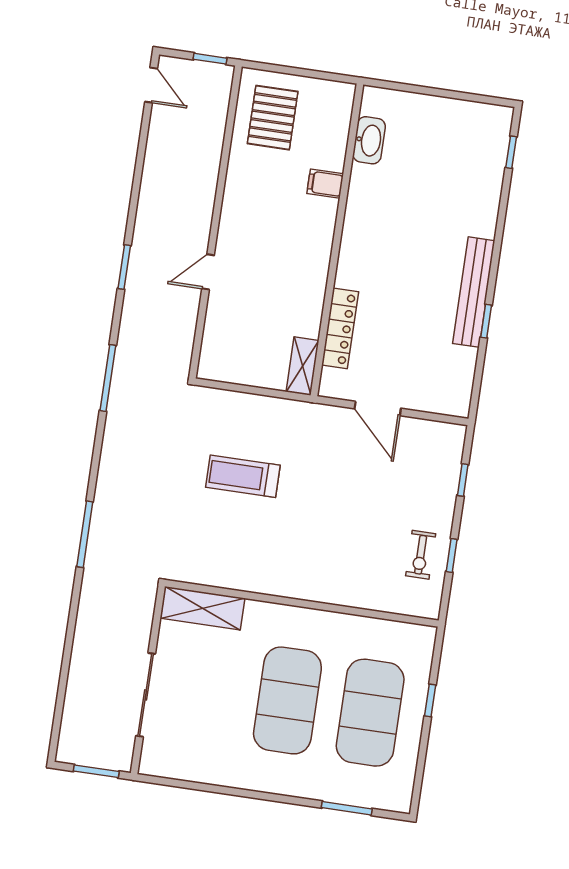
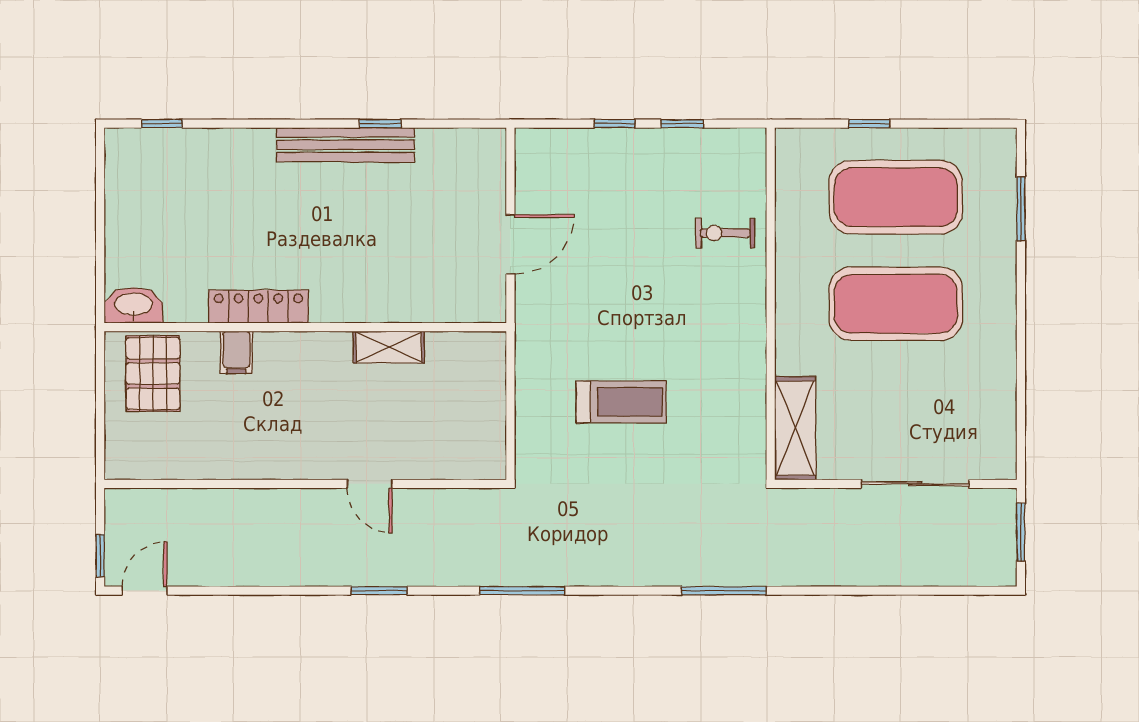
window: (210, 59) -> (100, 556), moved
pallet: (273, 118) -> (153, 374), moved, turned 90
washbasin: (369, 140) -> (133, 305), moved
locker: (340, 328) -> (258, 307), moved
shelving: (303, 366) -> (389, 347), moved
treadmill: (243, 476) -> (621, 402), turned -90
window: (463, 480) -> (615, 124), moved
exercise bike: (421, 555) -> (725, 233), moved, turned 180

